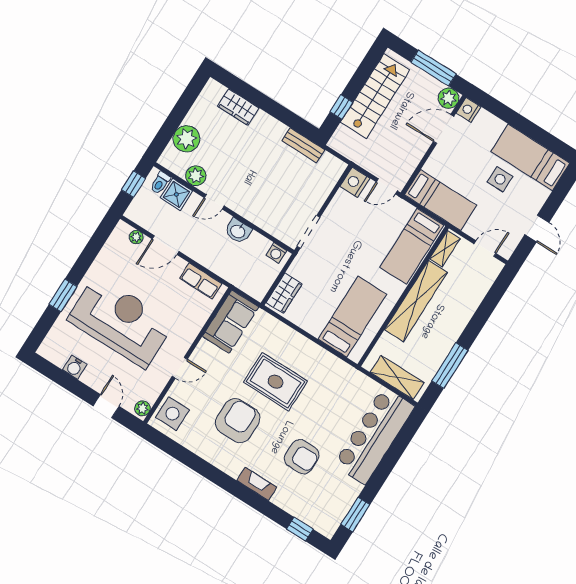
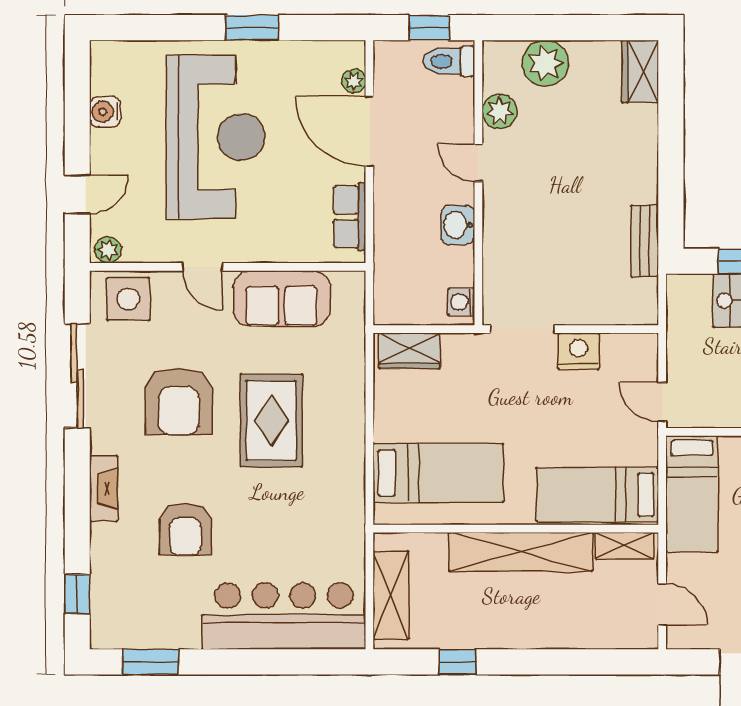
wardrobe: (238, 107) -> (640, 72), moved
nightstand: (355, 182) -> (578, 351), moved
toilet: (160, 183) -> (449, 61), width x1.37, depth x1.39
shower: (176, 194) -> (454, 100), removed
door: (166, 245) -> (369, 132), width x1.36
window: (63, 295) -> (252, 28), moved
sofa: (231, 322) -> (282, 298), moved
window: (450, 366) -> (457, 662), width x0.46
armchair: (238, 421) -> (179, 401), turned 90
sliding door: (194, 462) -> (77, 376), added

